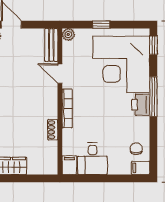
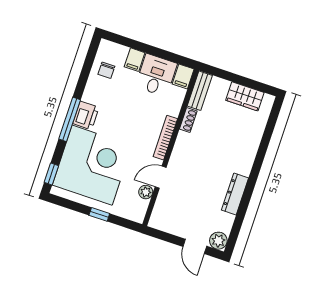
plant: (68, 34) -> (146, 192), moved
bench: (51, 45) -> (200, 91), moved
door: (60, 74) -> (161, 177), swing flipped
filing cabinet: (141, 168) -> (135, 60), moved, turned 90

